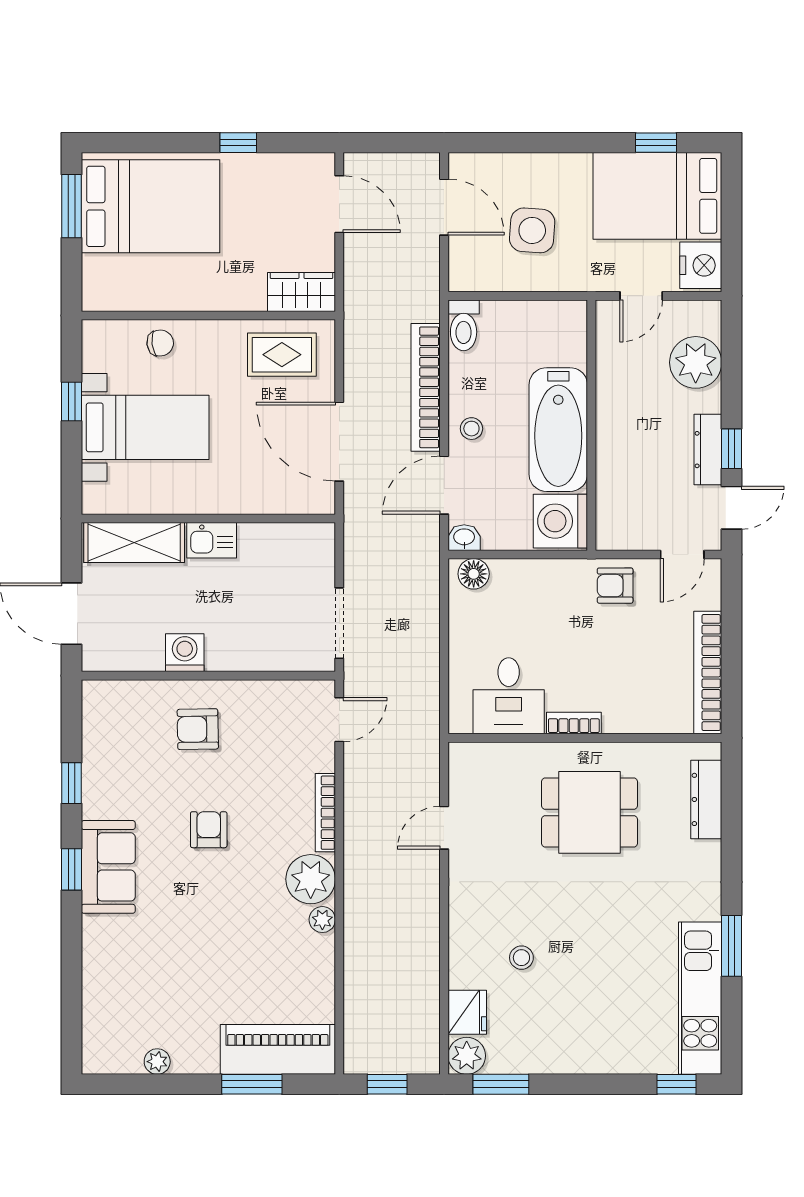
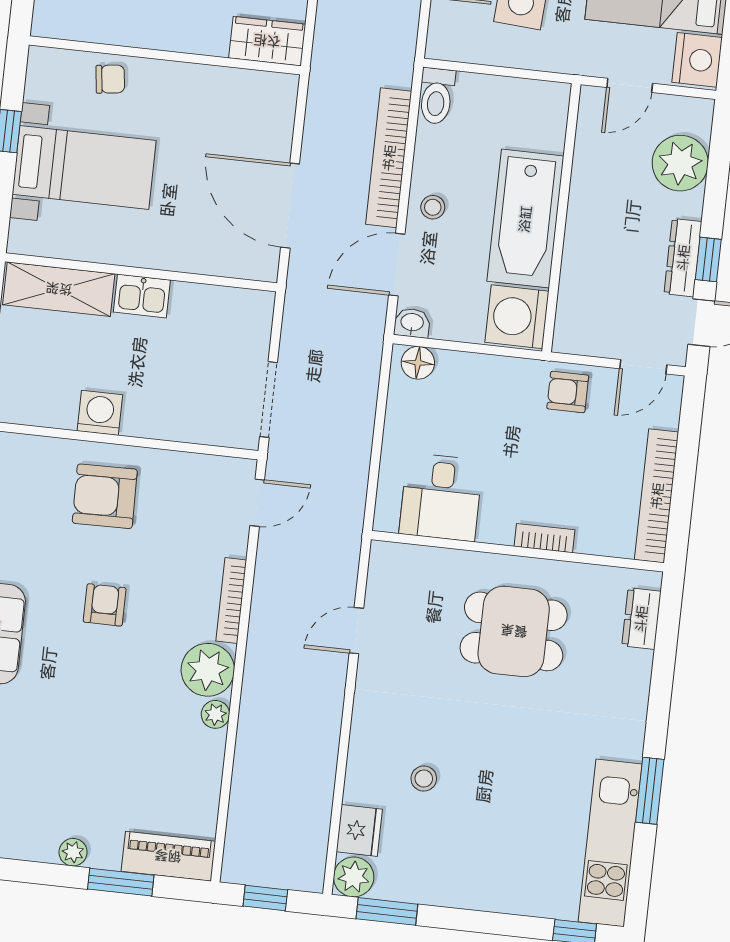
rug: (282, 355) -> (239, 106), removed
bookcase: (574, 723) -> (544, 538), moved
armchair: (198, 729) -> (105, 496), width x1.38, depth x1.38
dresser: (706, 799) -> (641, 619), width x0.70
piano: (278, 1049) -> (168, 856), width x0.73, depth x0.75
plant: (157, 1062) -> (73, 852), moved

